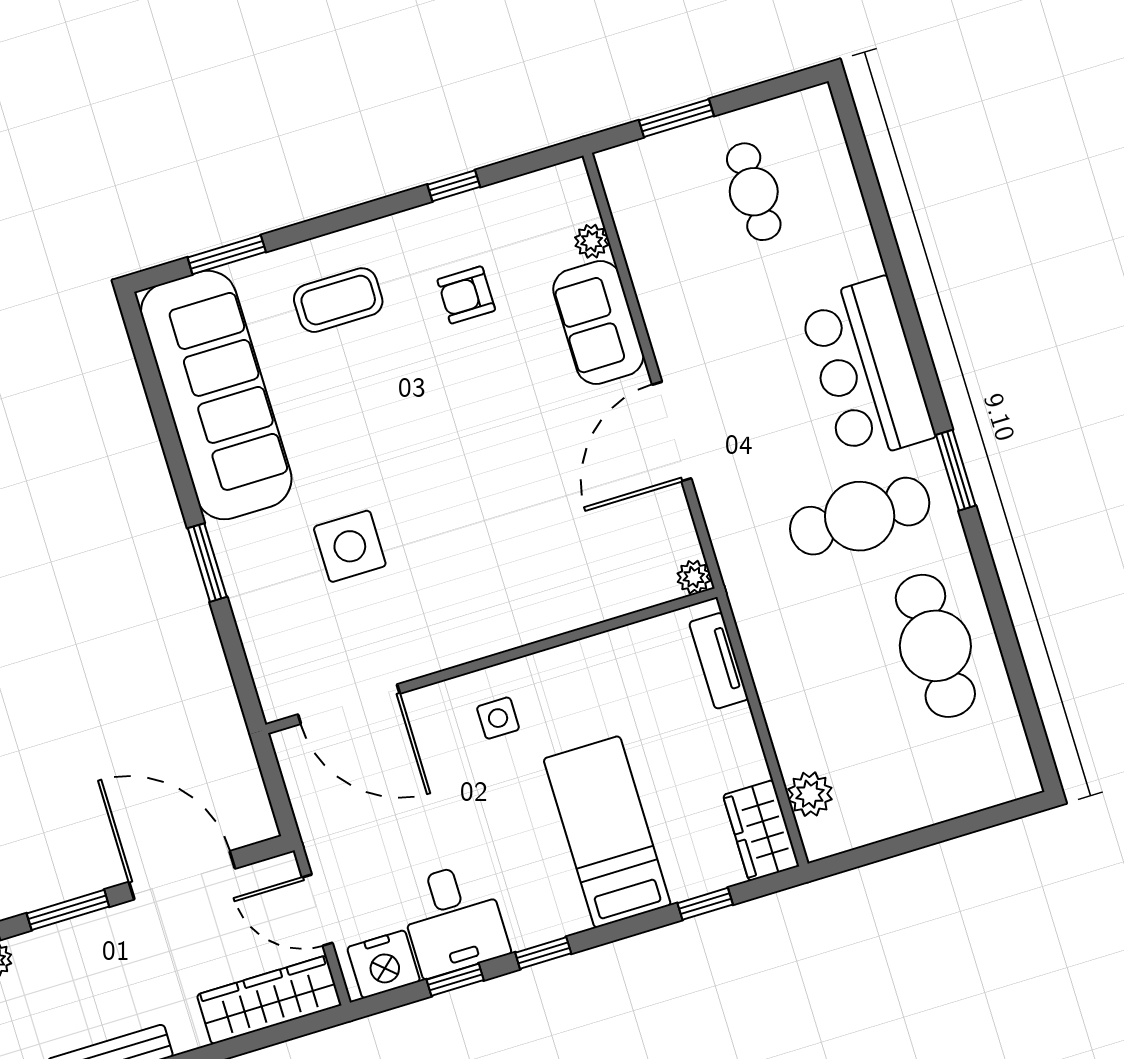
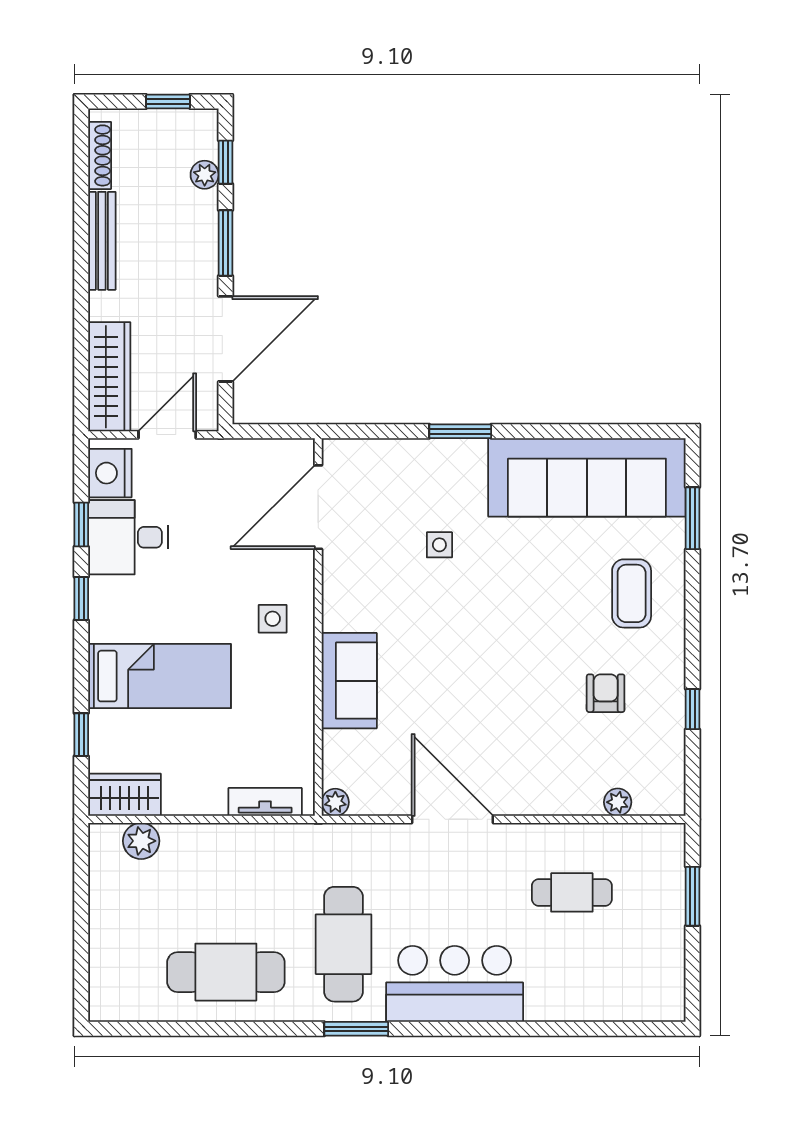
cafe table: (754, 192) -> (572, 892), moved
sofa: (598, 322) -> (349, 681), moved, turned 90
side table: (350, 546) -> (439, 545), width x0.54, depth x0.54

